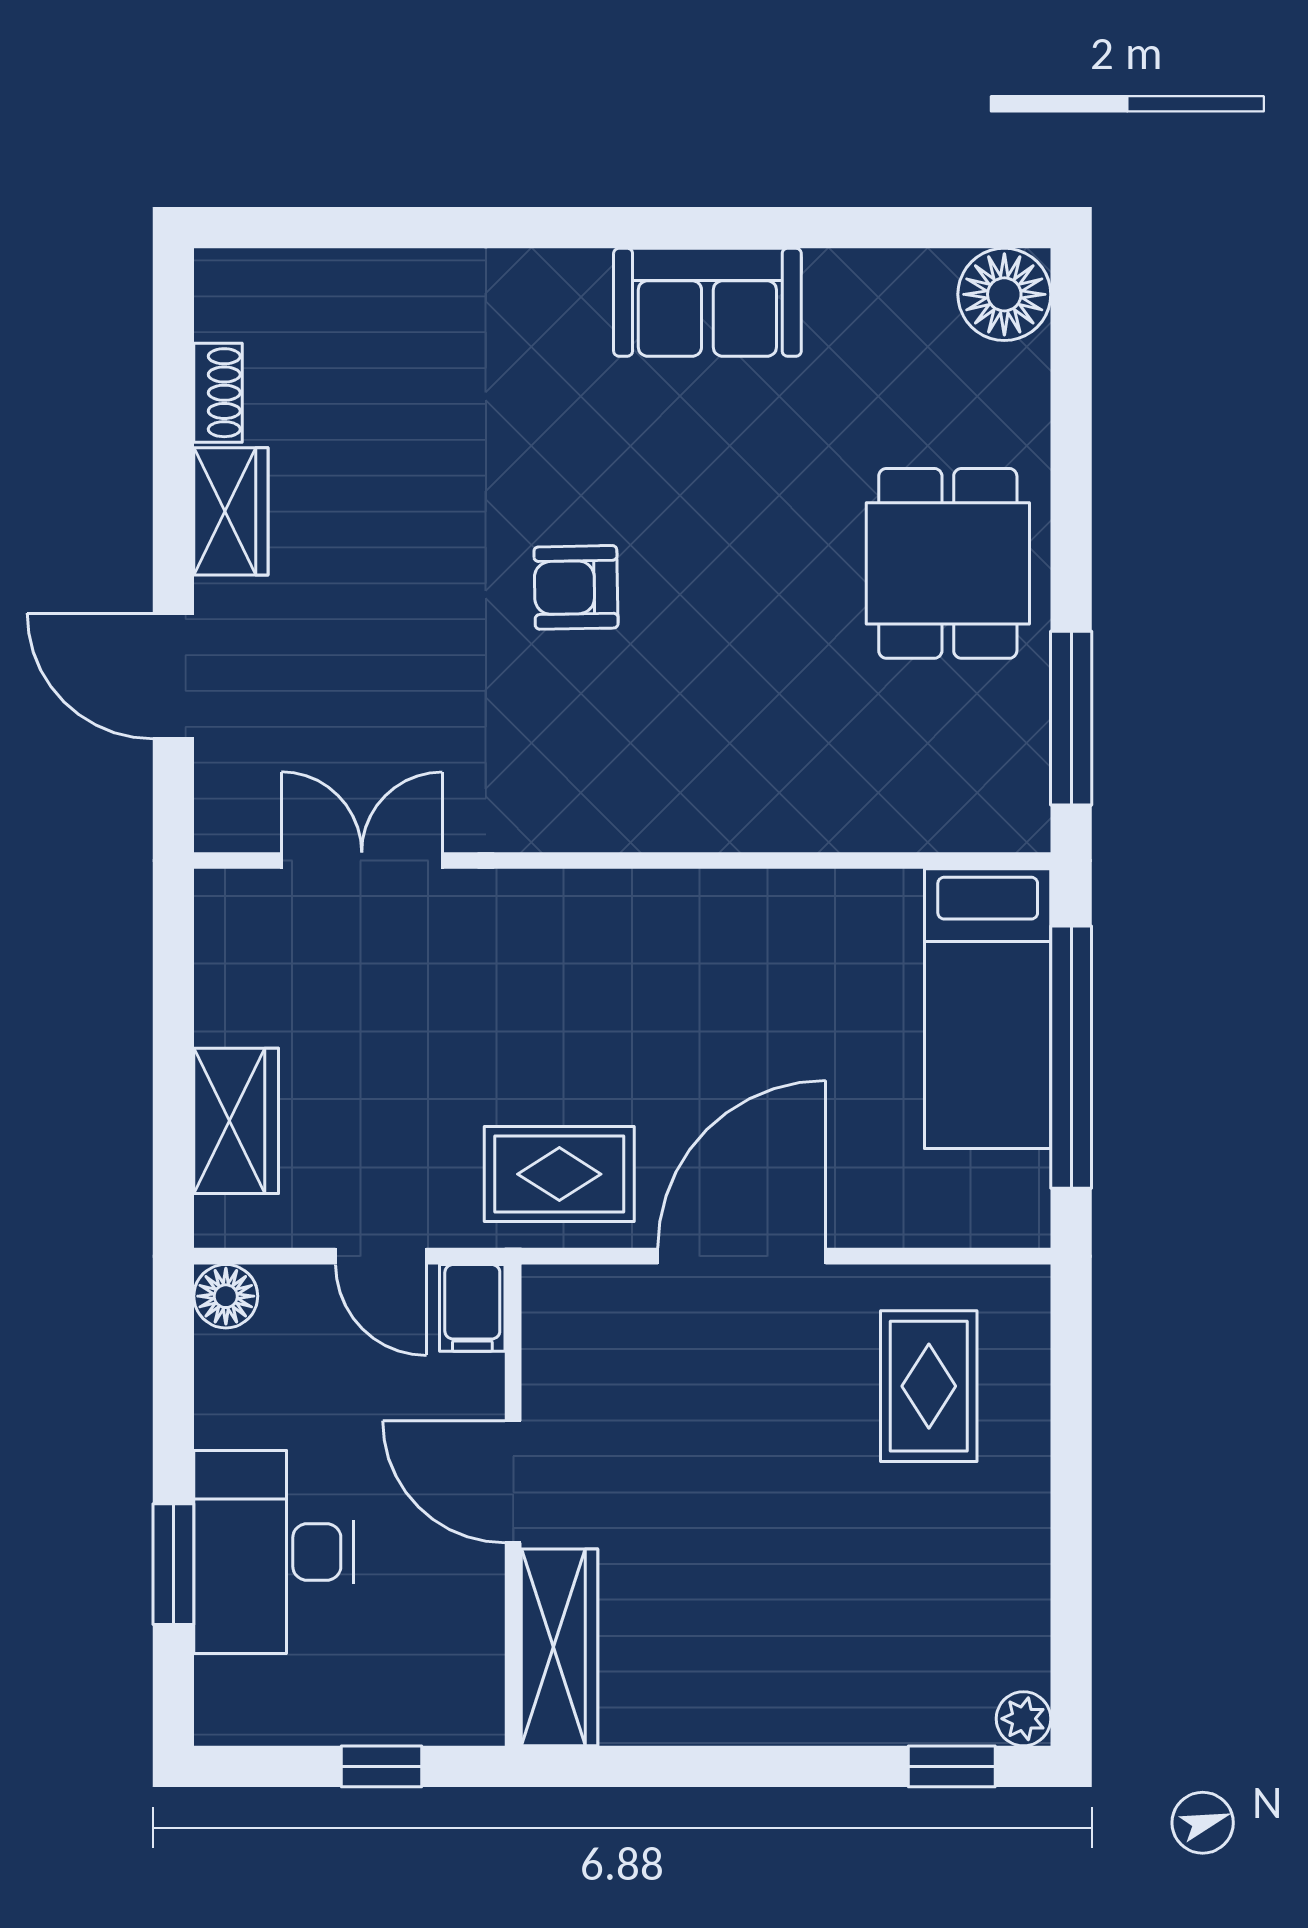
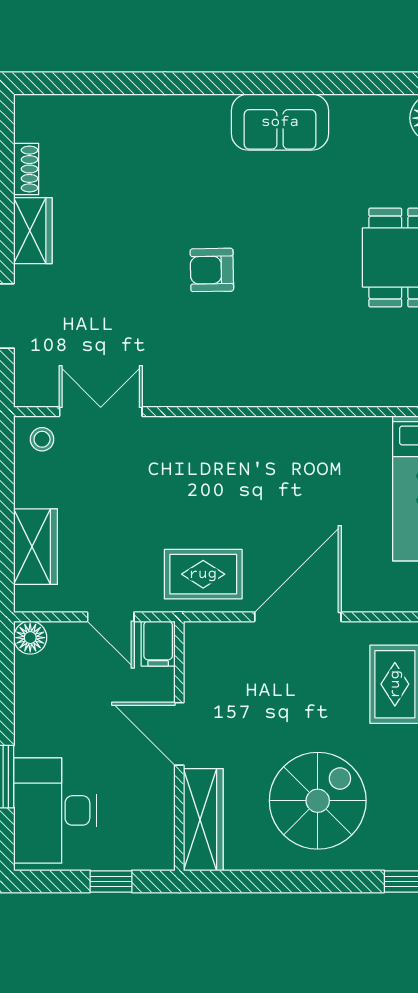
stool: (249, 914) -> (42, 439), added
desk: (274, 1552) -> (55, 810), moved
spiral stairs: (780, 1611) -> (318, 801), added

